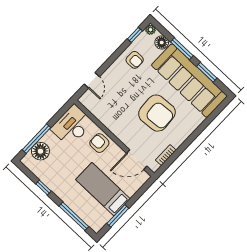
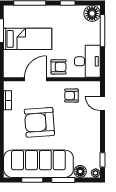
armchair: (135, 60) -> (71, 96), moved
floor lamp: (40, 151) -> (92, 13), moved
door: (137, 160) -> (35, 79), moved

